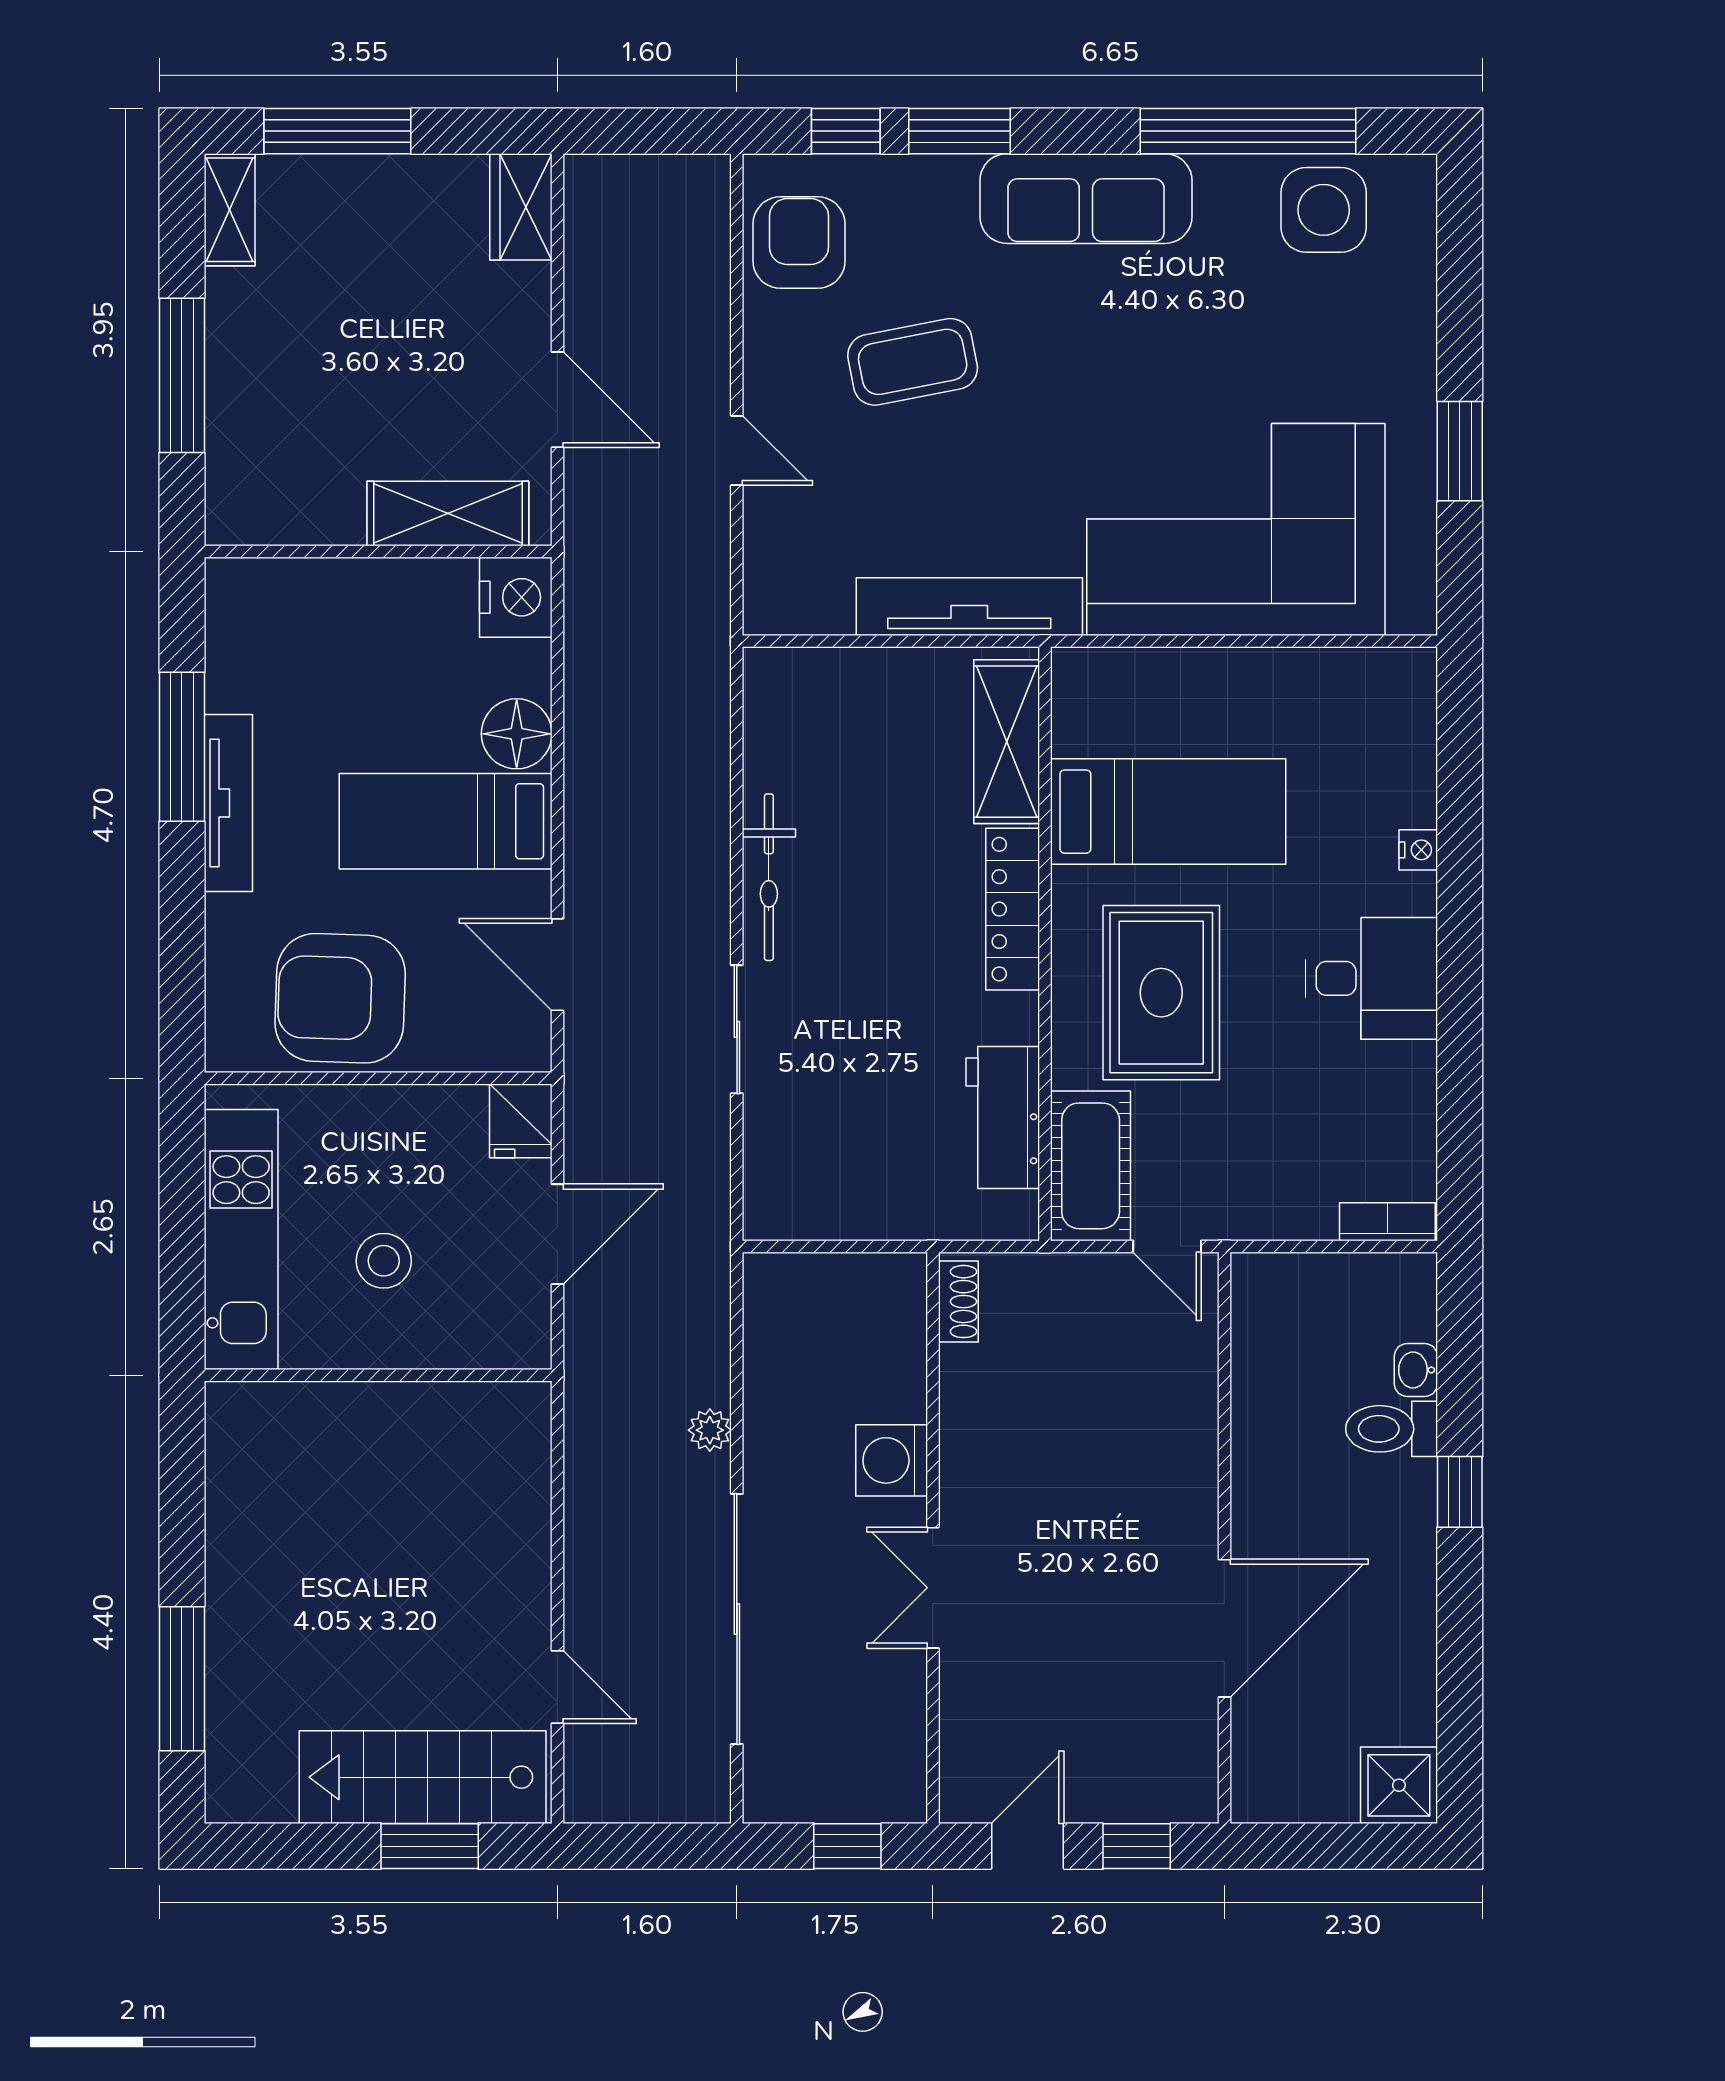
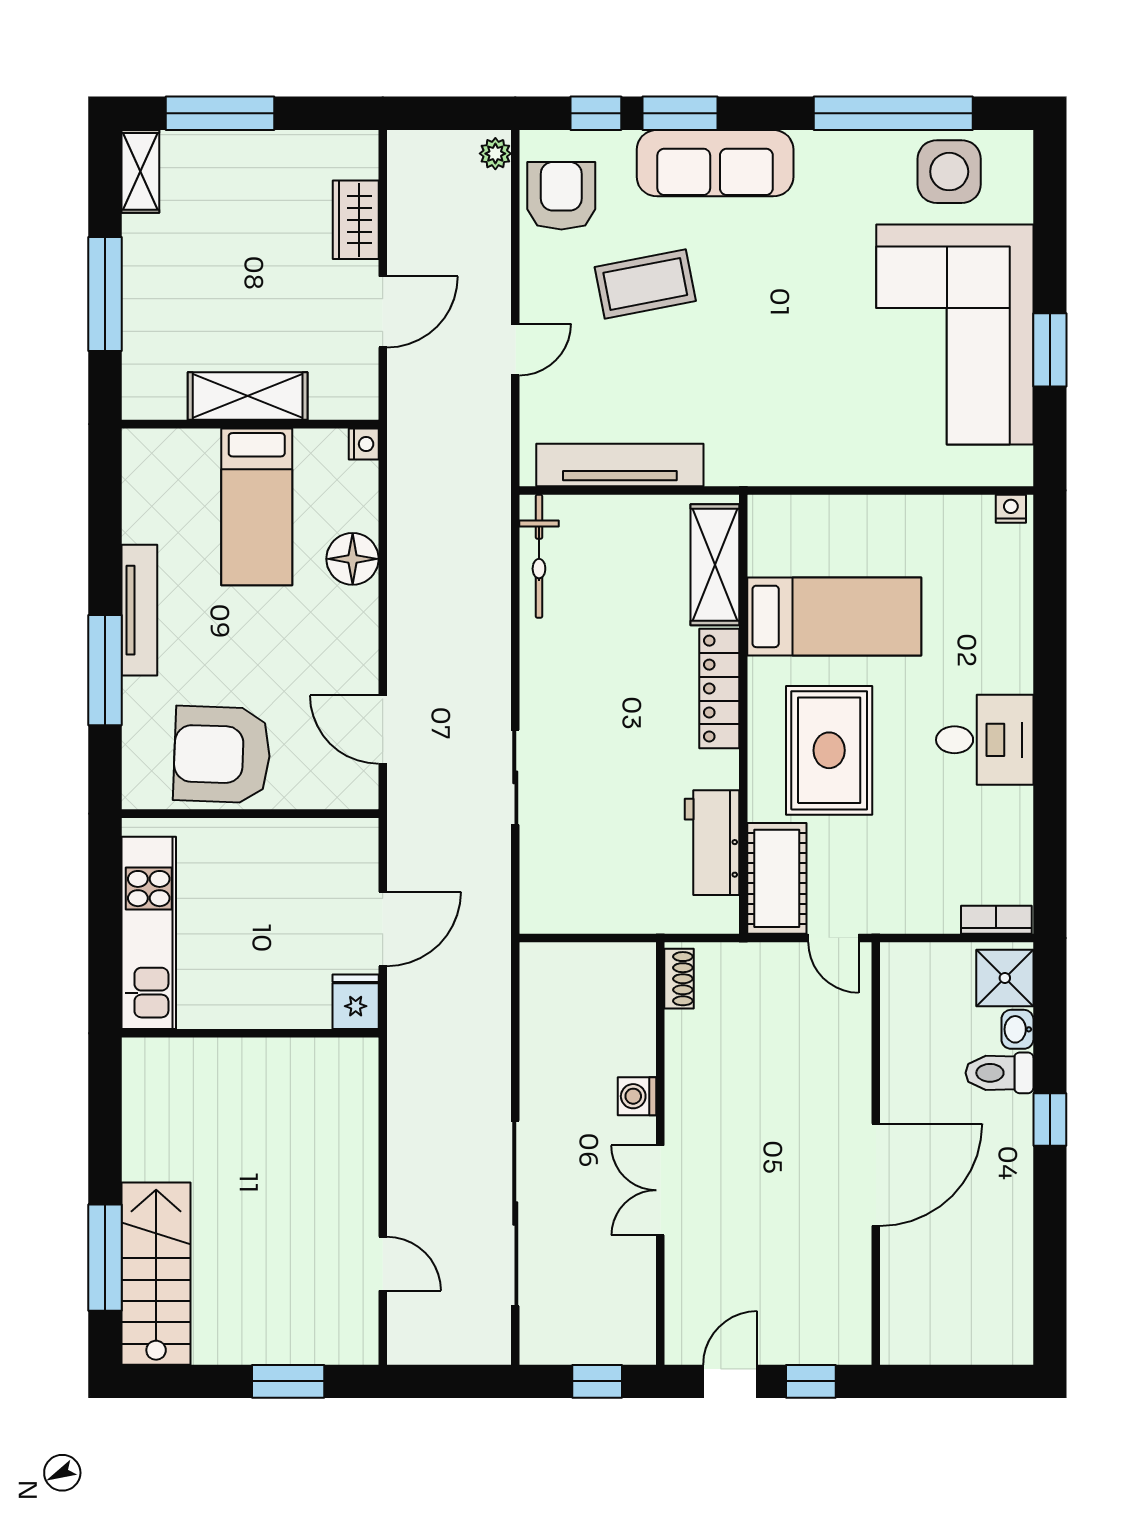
sofa: (1086, 199) -> (715, 163), moved
wardrobe: (521, 207) -> (356, 220), moved
door: (557, 400) -> (383, 312), hinge flipped
door: (737, 451) -> (515, 349), hinge flipped
shelving: (448, 514) -> (248, 396), moved
corner sofa: (1236, 529) -> (955, 335), moved, turned -90
nightstand: (516, 597) -> (364, 444), width x0.53, depth x0.56
tv unit: (969, 607) -> (620, 465), moved
window: (182, 747) -> (105, 670), moved
bed: (446, 821) -> (257, 507), moved, turned -90
nightstand: (1418, 850) -> (1011, 509), moved, turned -90
bicycle: (769, 877) -> (539, 556), moved
fridge: (521, 1121) -> (356, 1002), moved, turned 180
stool: (384, 1261) -> (254, 949), removed
plant: (710, 1430) -> (495, 154), moved
washing machine: (892, 1460) -> (637, 1096), width x0.73, depth x0.73
door: (1224, 1628) -> (876, 1175), moved
stairs: (423, 1777) -> (156, 1274), moved, turned 90
shower: (1399, 1785) -> (1005, 978), moved

